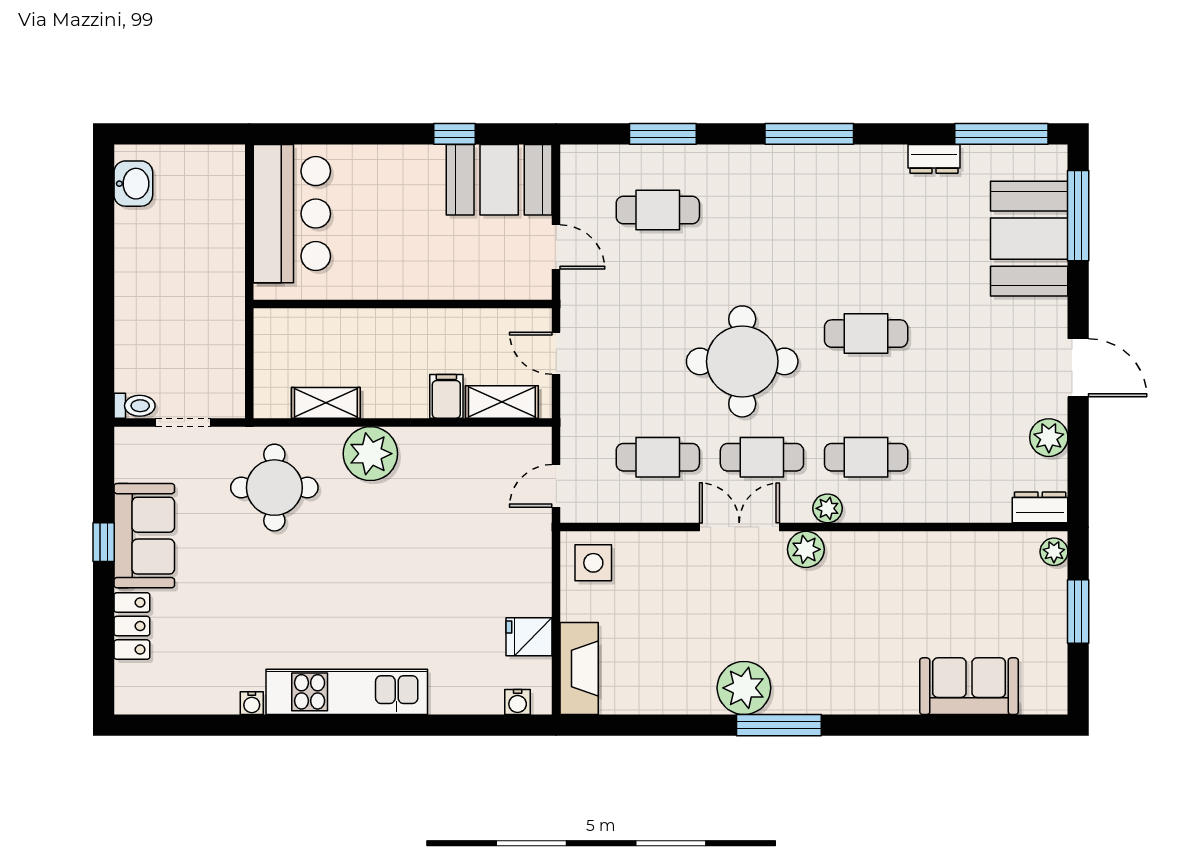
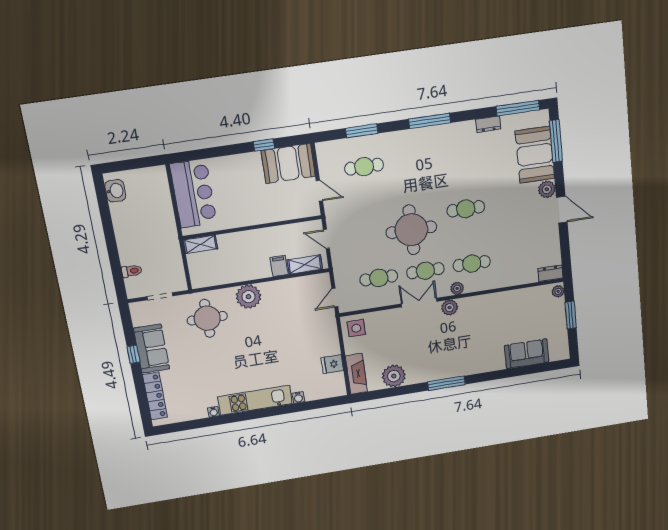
shelving: (326, 403) -> (200, 244), moved
toilet: (134, 406) -> (132, 271), moved
plant: (1049, 438) -> (547, 189), moved
locker: (132, 626) -> (155, 396), width x1.53
plant: (744, 688) -> (394, 376), moved
water cooler: (518, 702) -> (298, 398), moved

